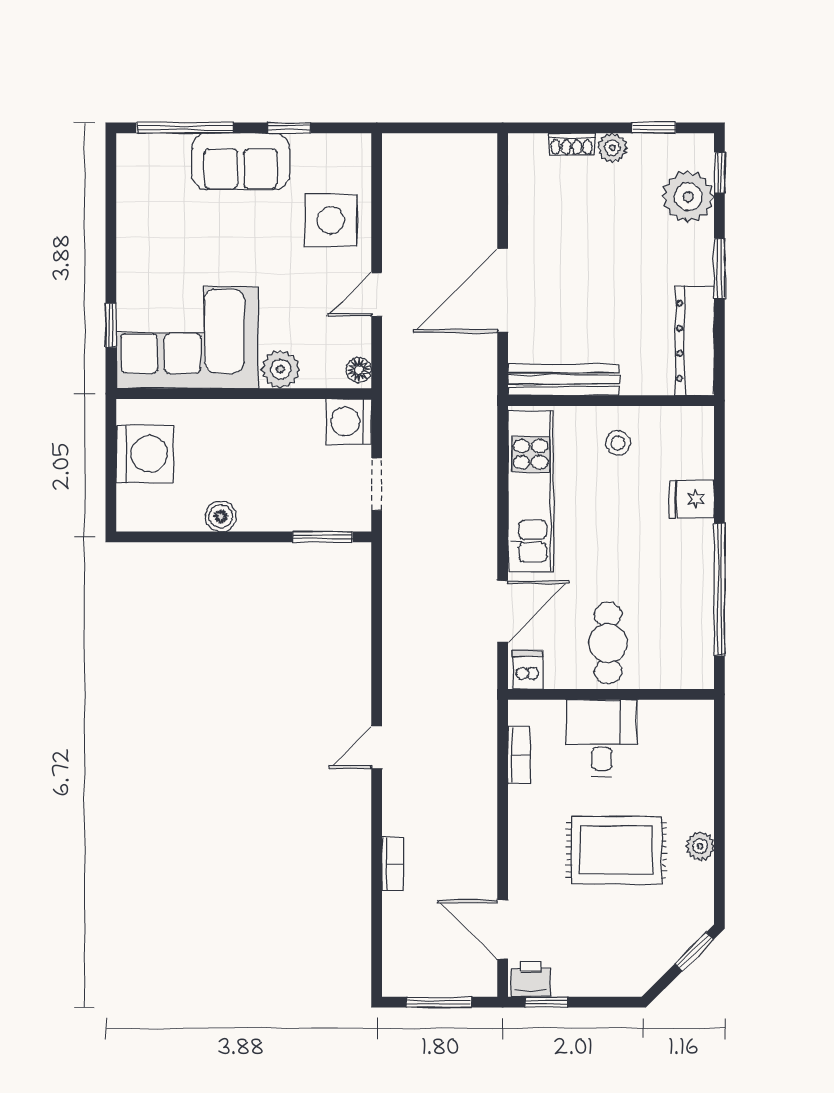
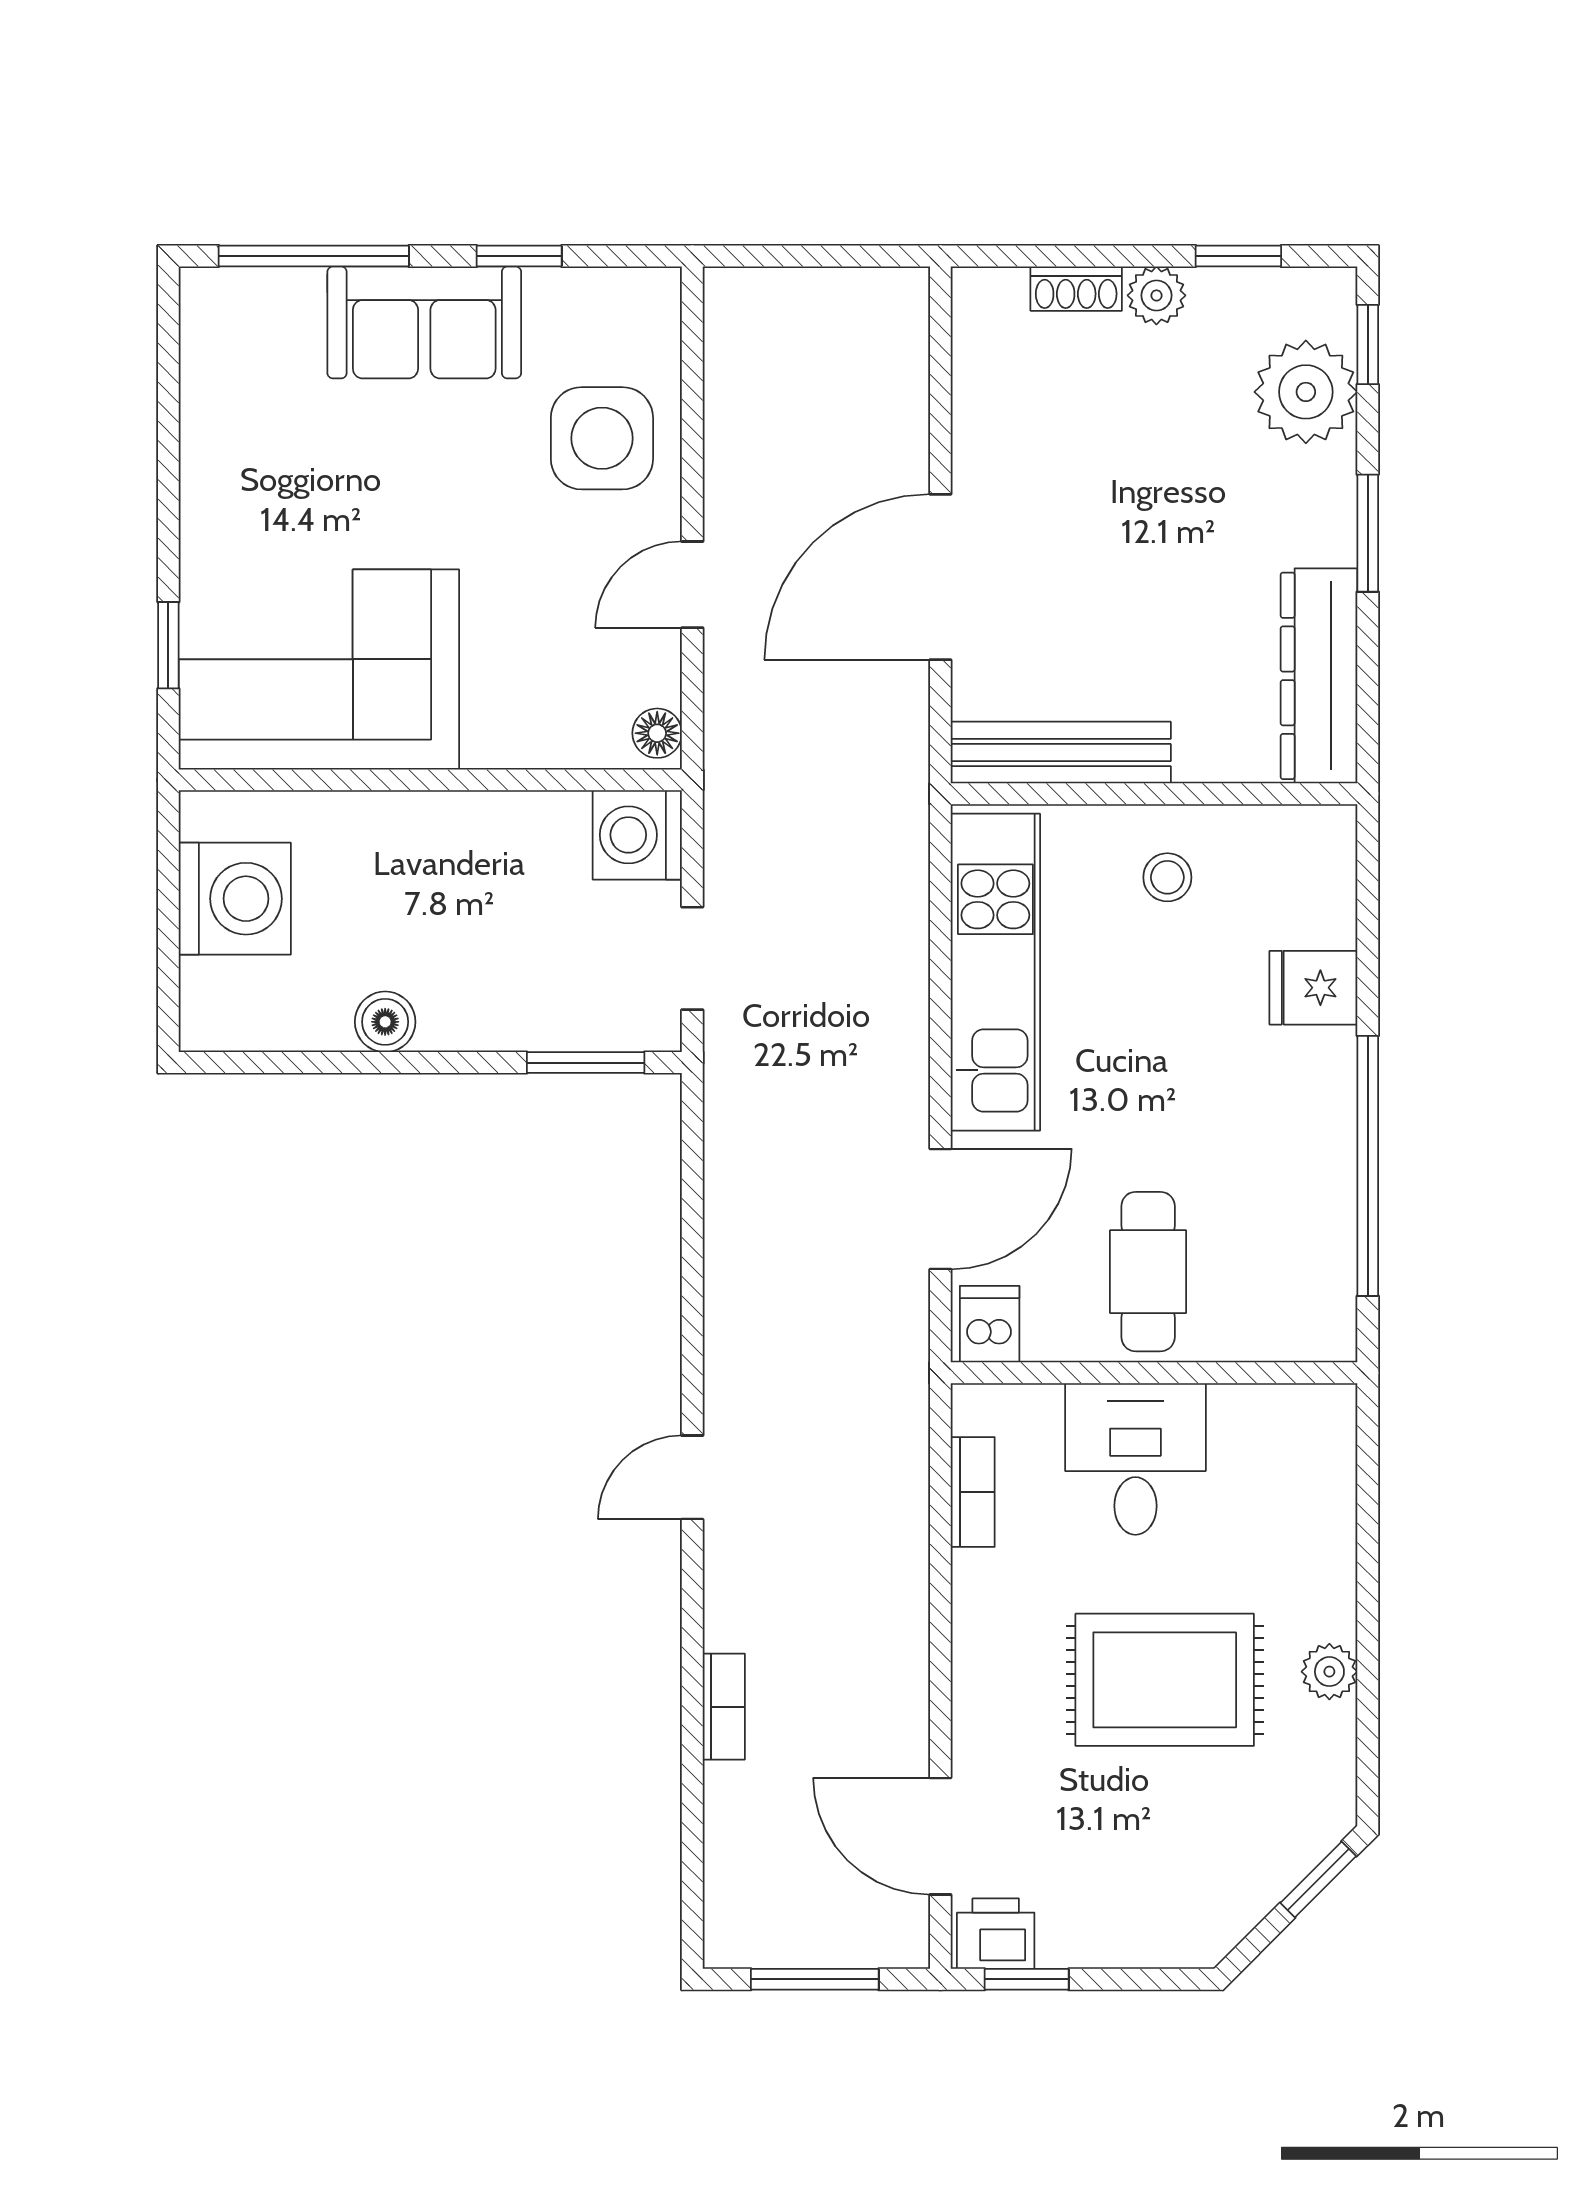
plant: (280, 369) -> (503, 732), removed

